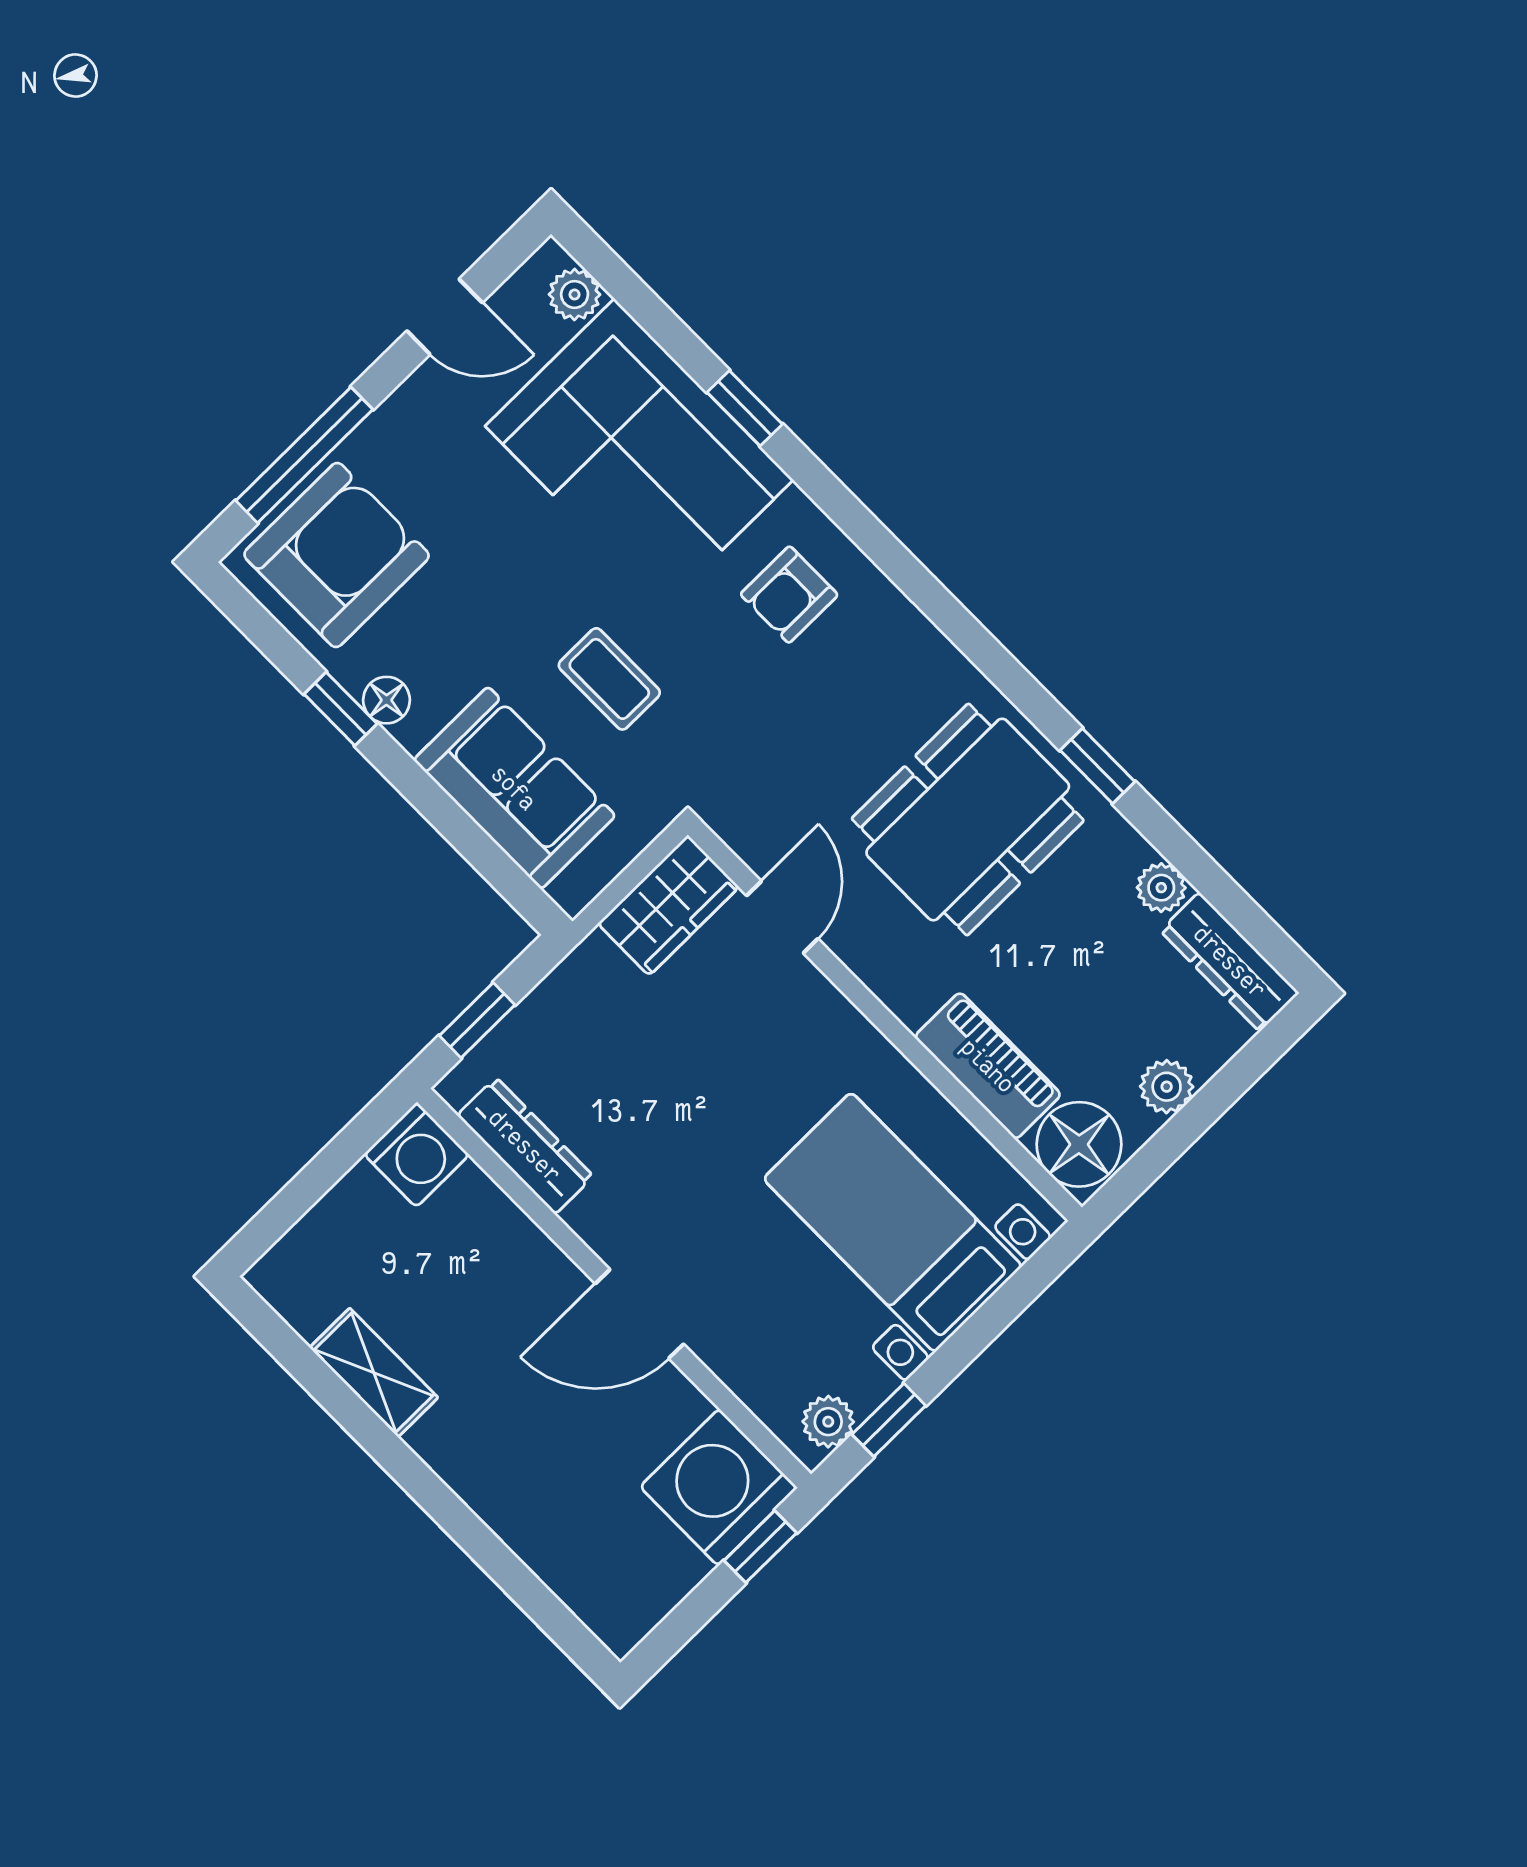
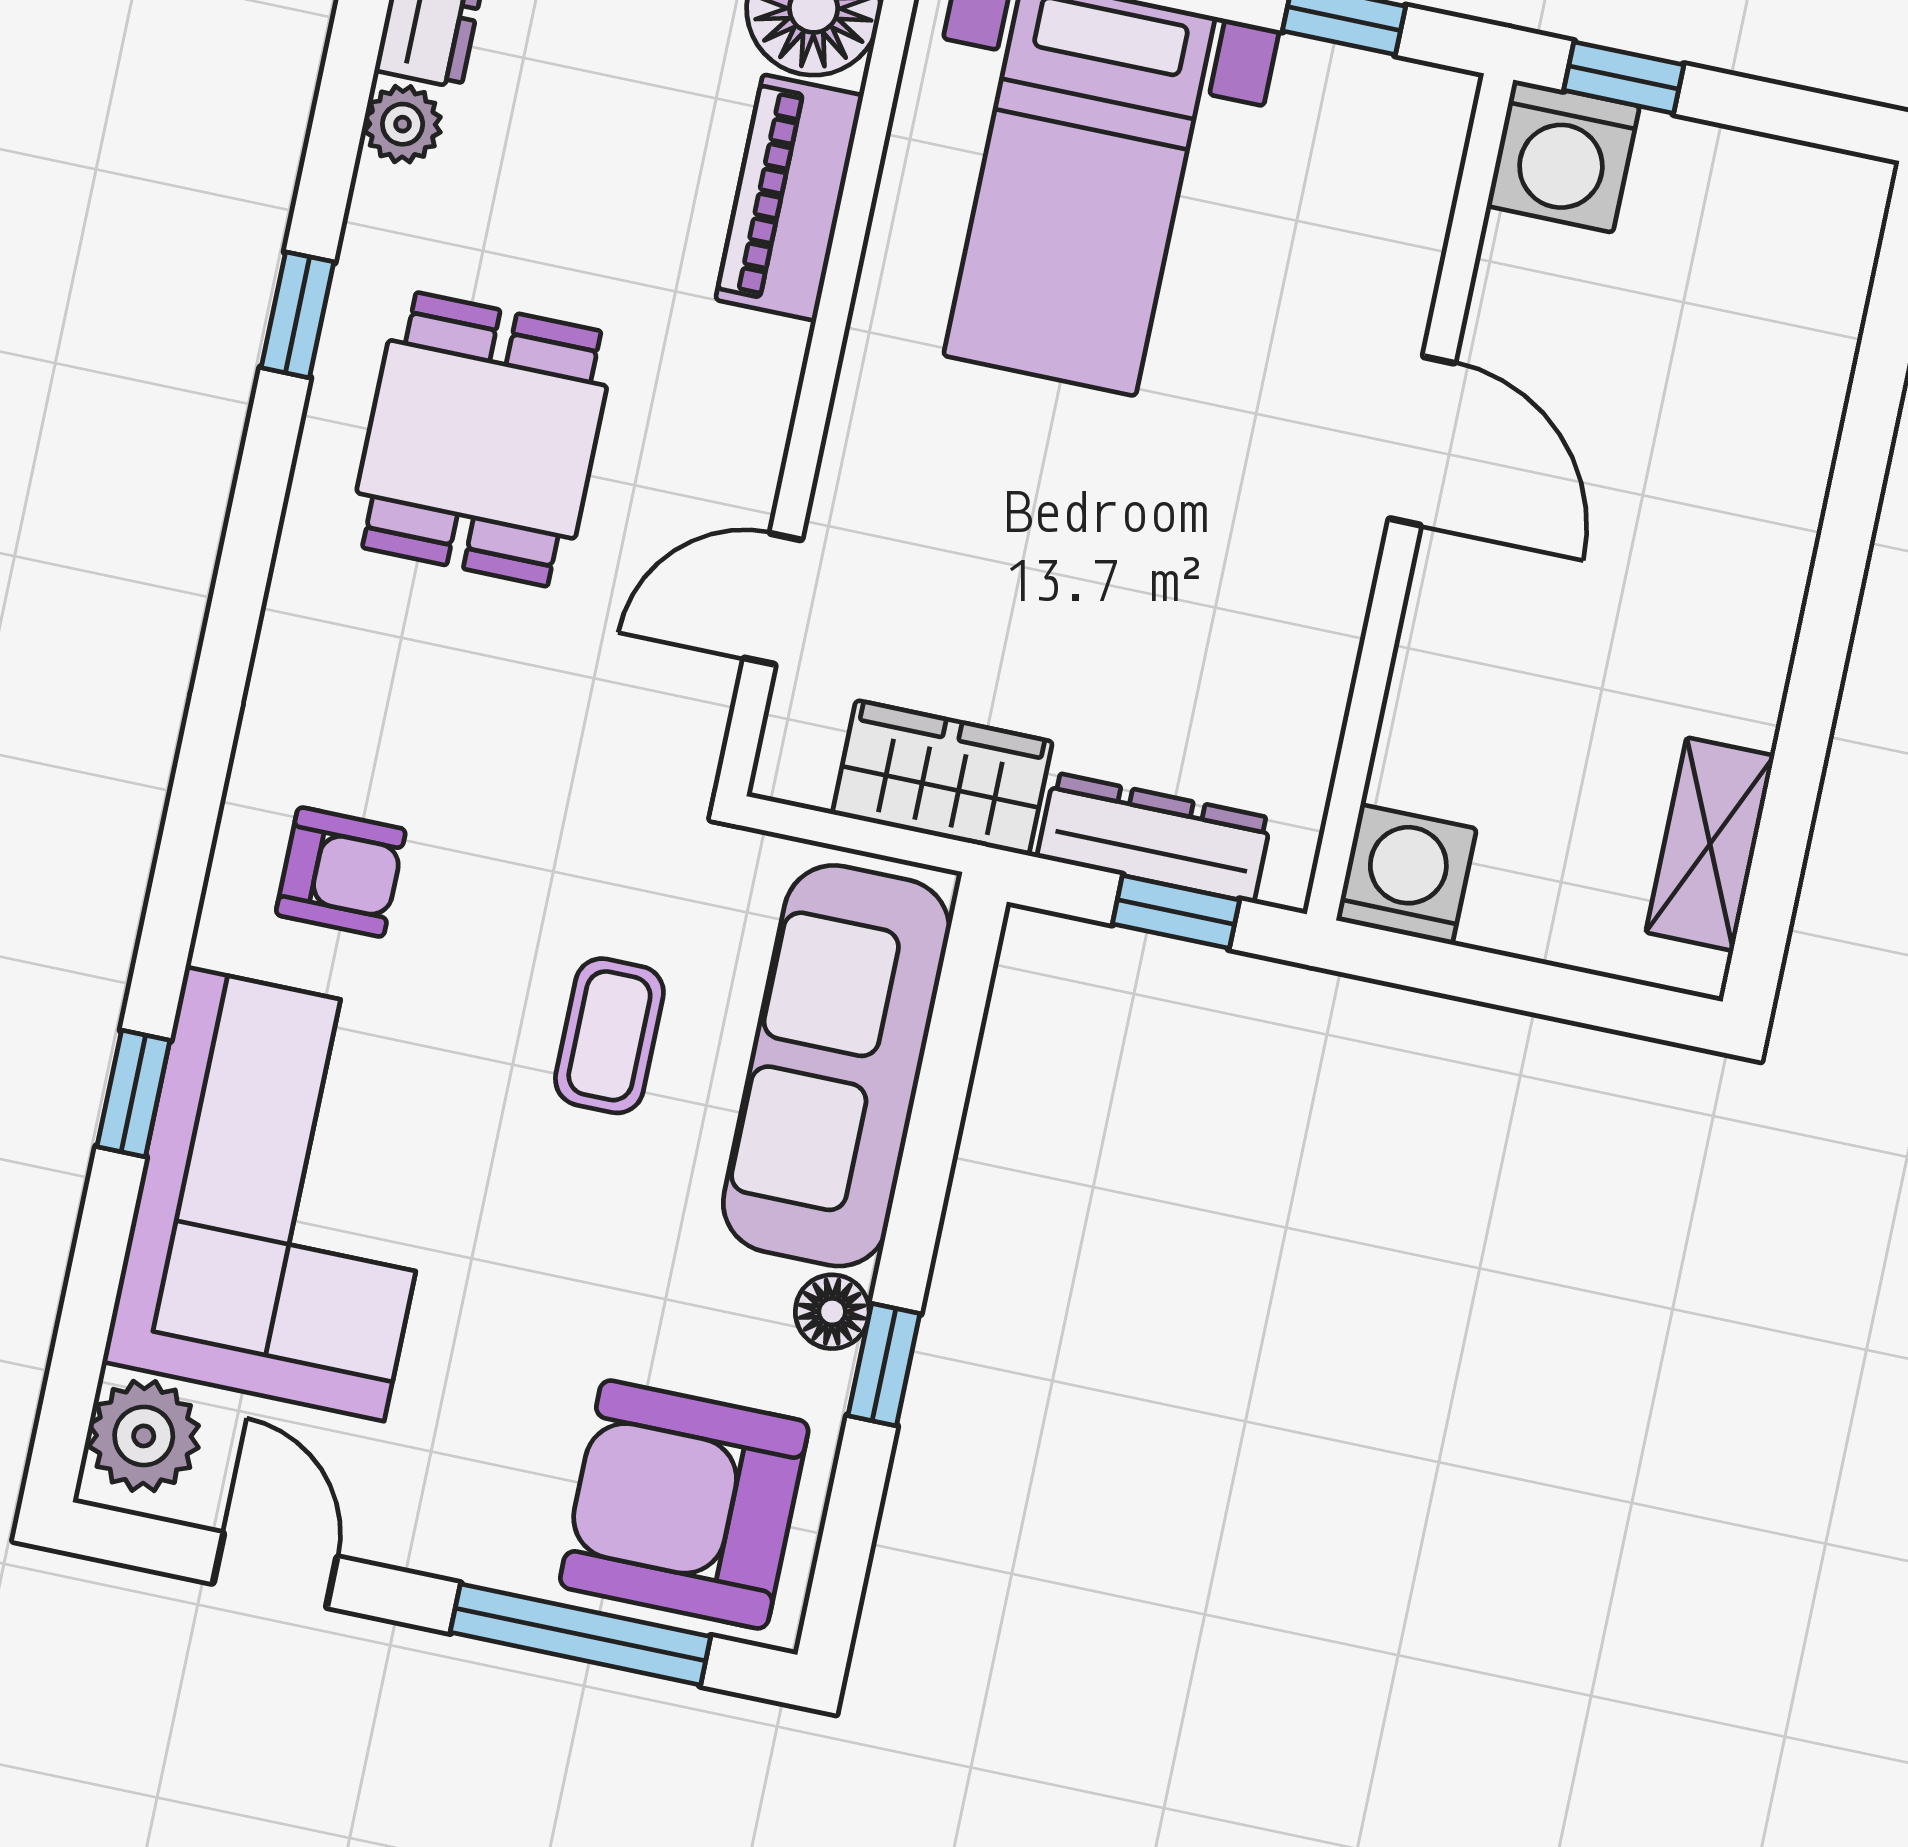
plant: (575, 294) -> (144, 1436), width x1.38, depth x1.38
sofa: (514, 788) -> (836, 1066), width x1.36
dining table: (968, 820) -> (482, 439), width x0.73
wardrobe: (668, 905) -> (942, 778), moved
dresser: (525, 1146) -> (1154, 838), moved, turned 90
shelving: (374, 1373) -> (1710, 844), moved
plant: (828, 1422) -> (1399, 97), removed
washing machine: (719, 1487) -> (1563, 156), width x0.73, depth x0.73

